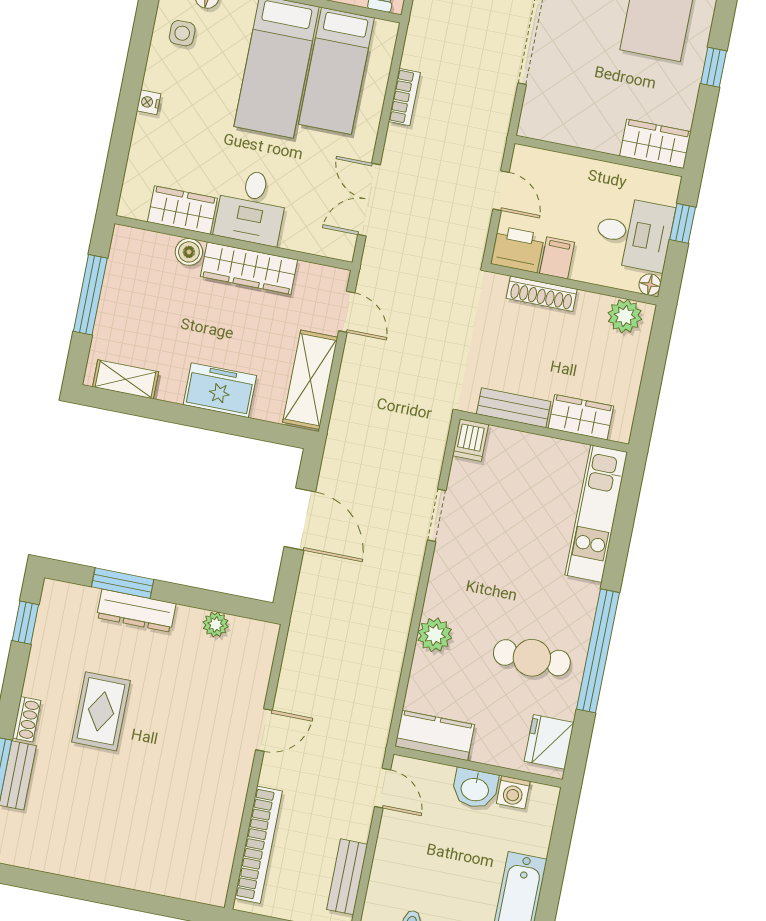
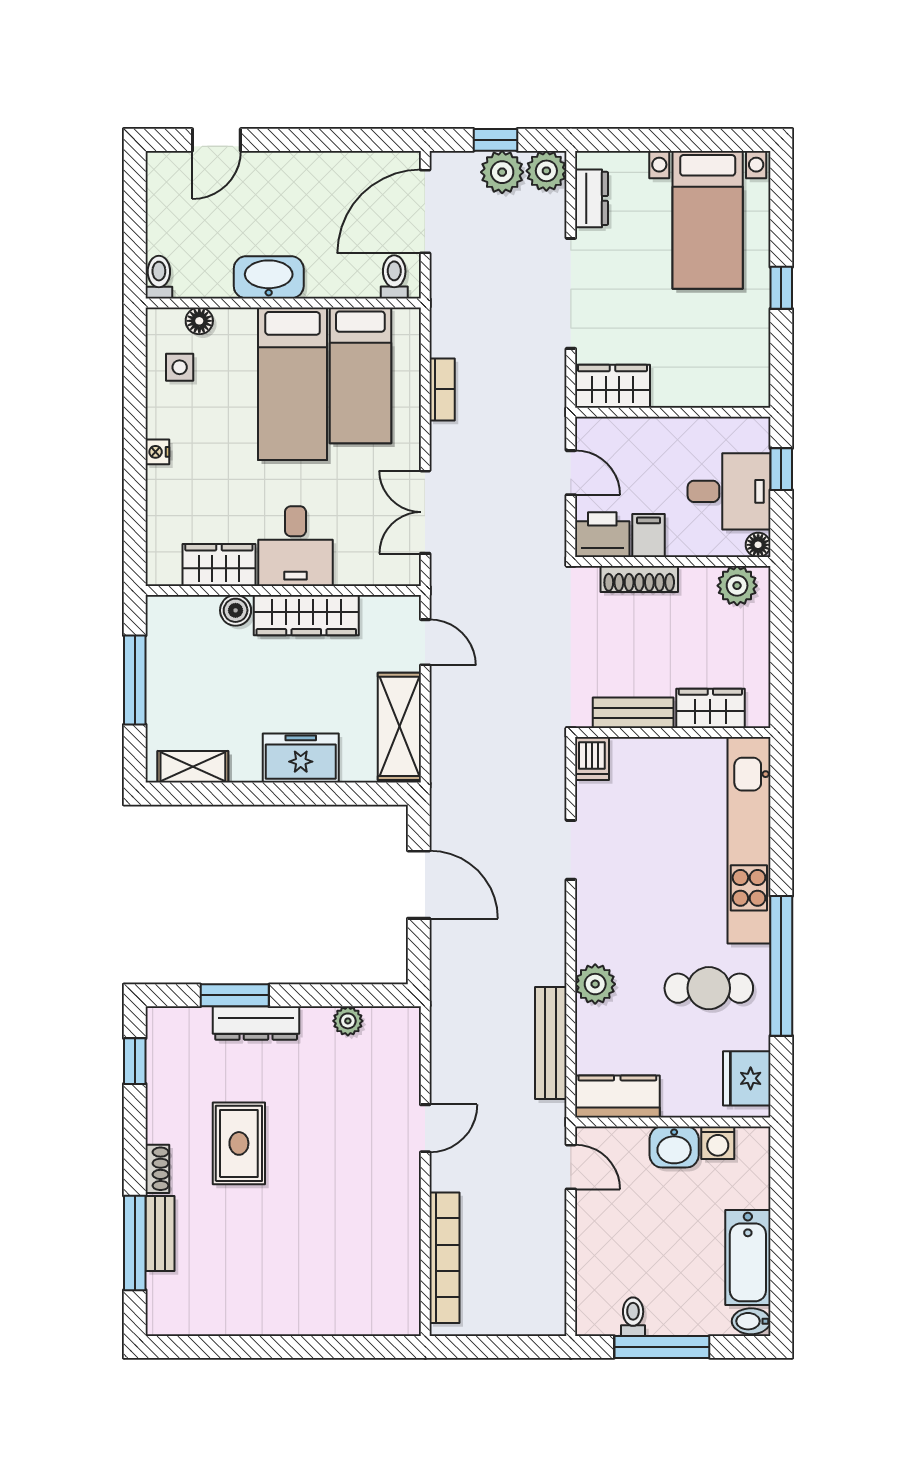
wardrobe: (655, 144) -> (612, 386), moved
kitchen unit: (596, 514) -> (749, 840), width x1.36
bench: (347, 877) -> (551, 1043), moved, width x1.36

